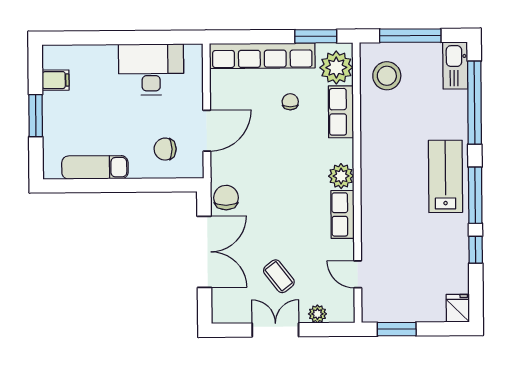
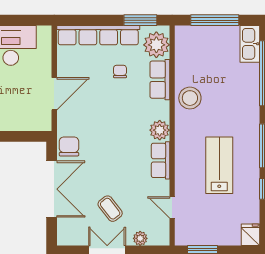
stool: (387, 76) -> (190, 98), moved
chair: (165, 149) -> (21, 108), removed
lab bench: (445, 176) -> (219, 165), moved

